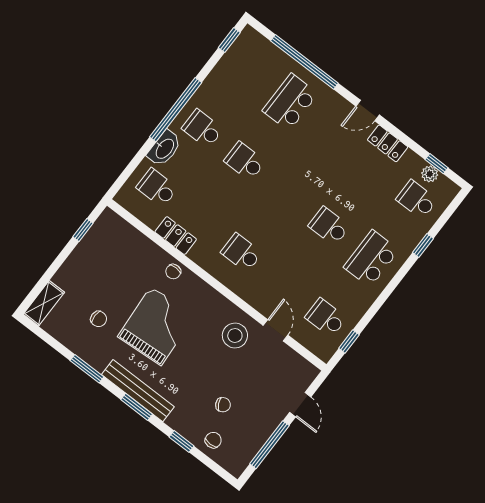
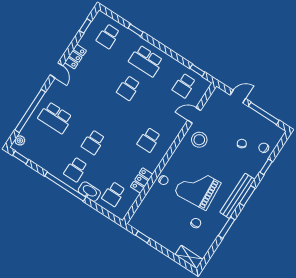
plant: (430, 174) -> (20, 140), moved

